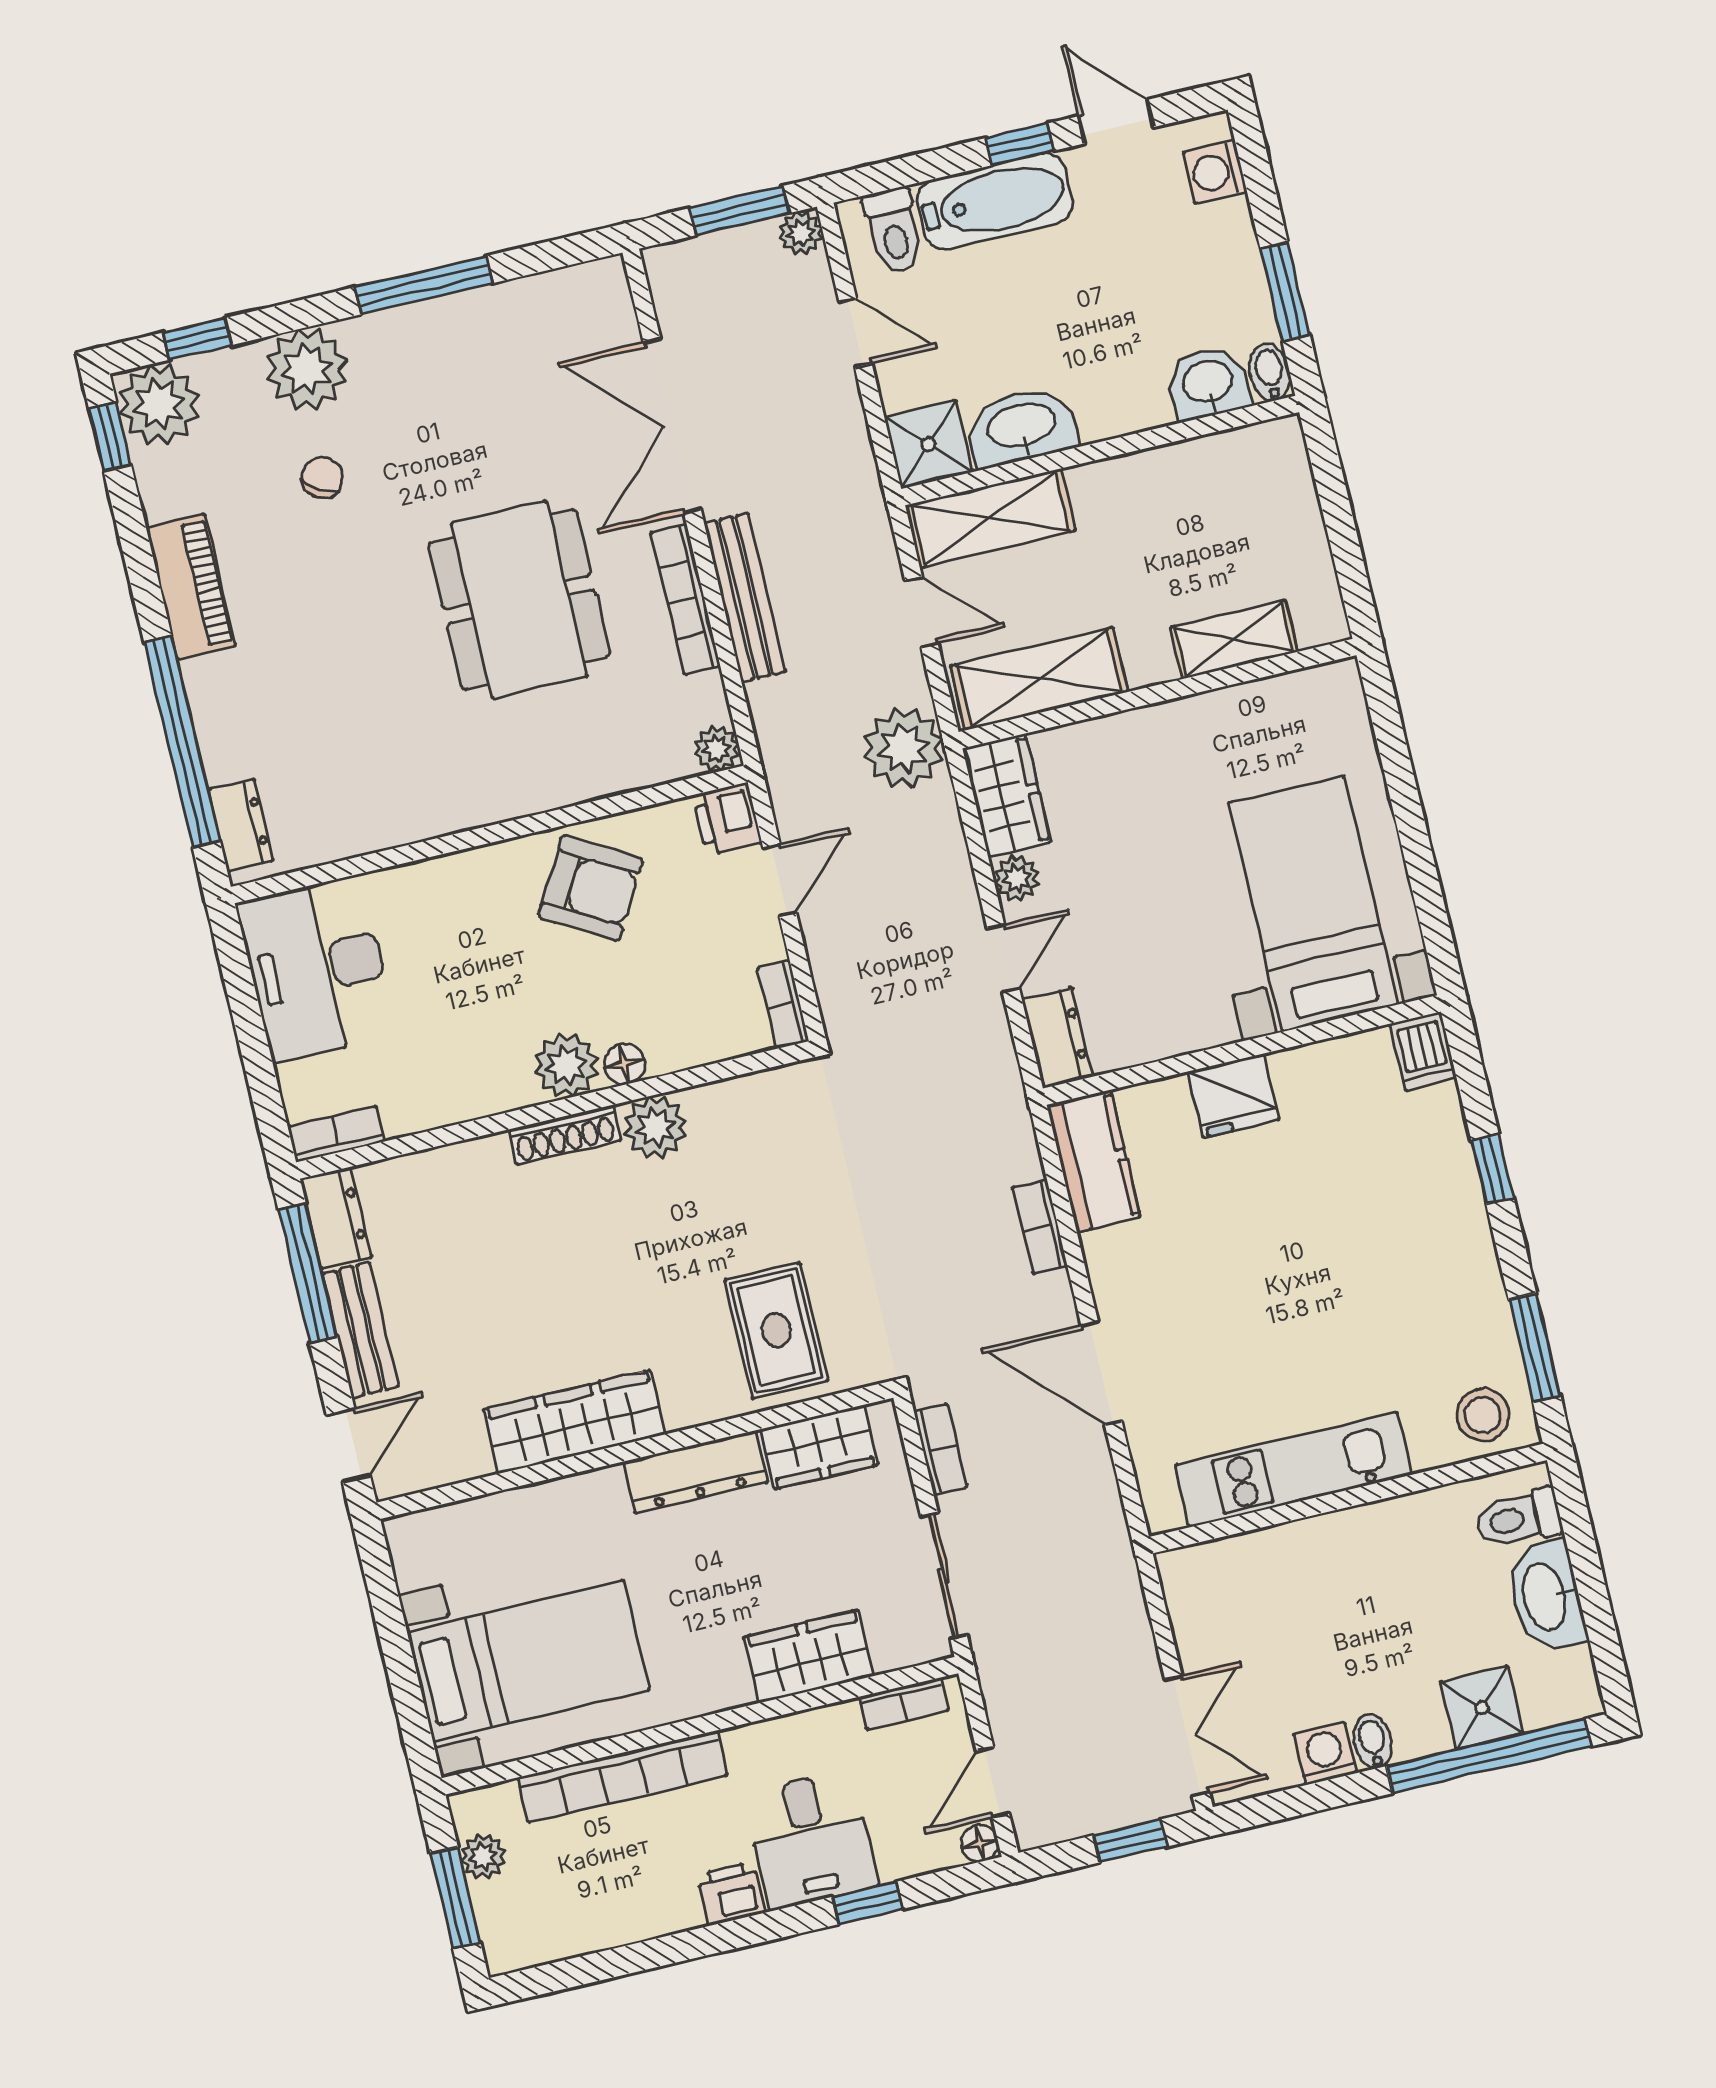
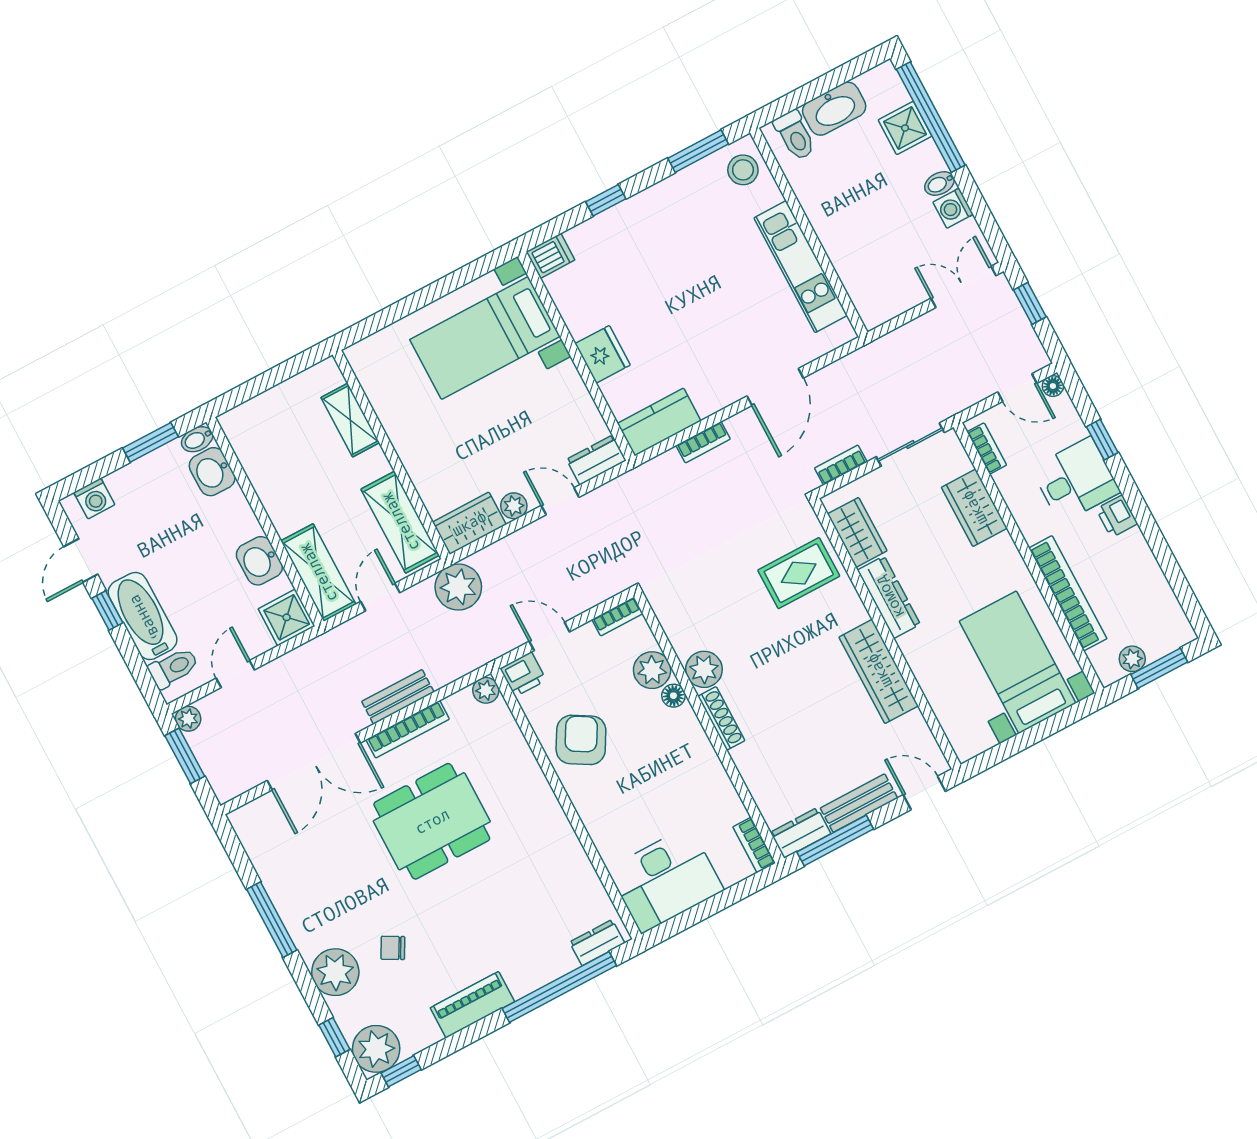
washbasin: (1022, 427) -> (259, 561), width x0.72
bench: (745, 597) -> (398, 697), width x0.73
plant: (566, 1065) -> (652, 670), moved

